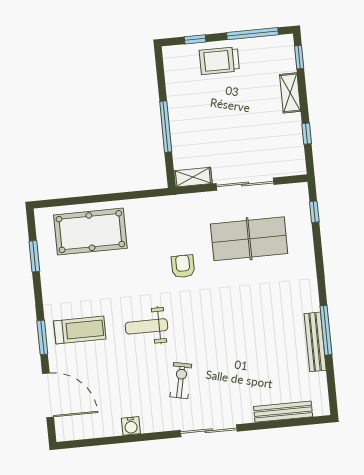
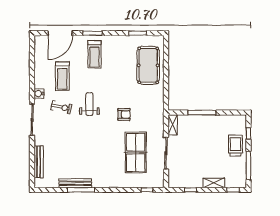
weight bench: (146, 326) -> (89, 104), moved
treadmill: (125, 384) -> (62, 76), added
water cooler: (131, 426) -> (39, 94), moved

